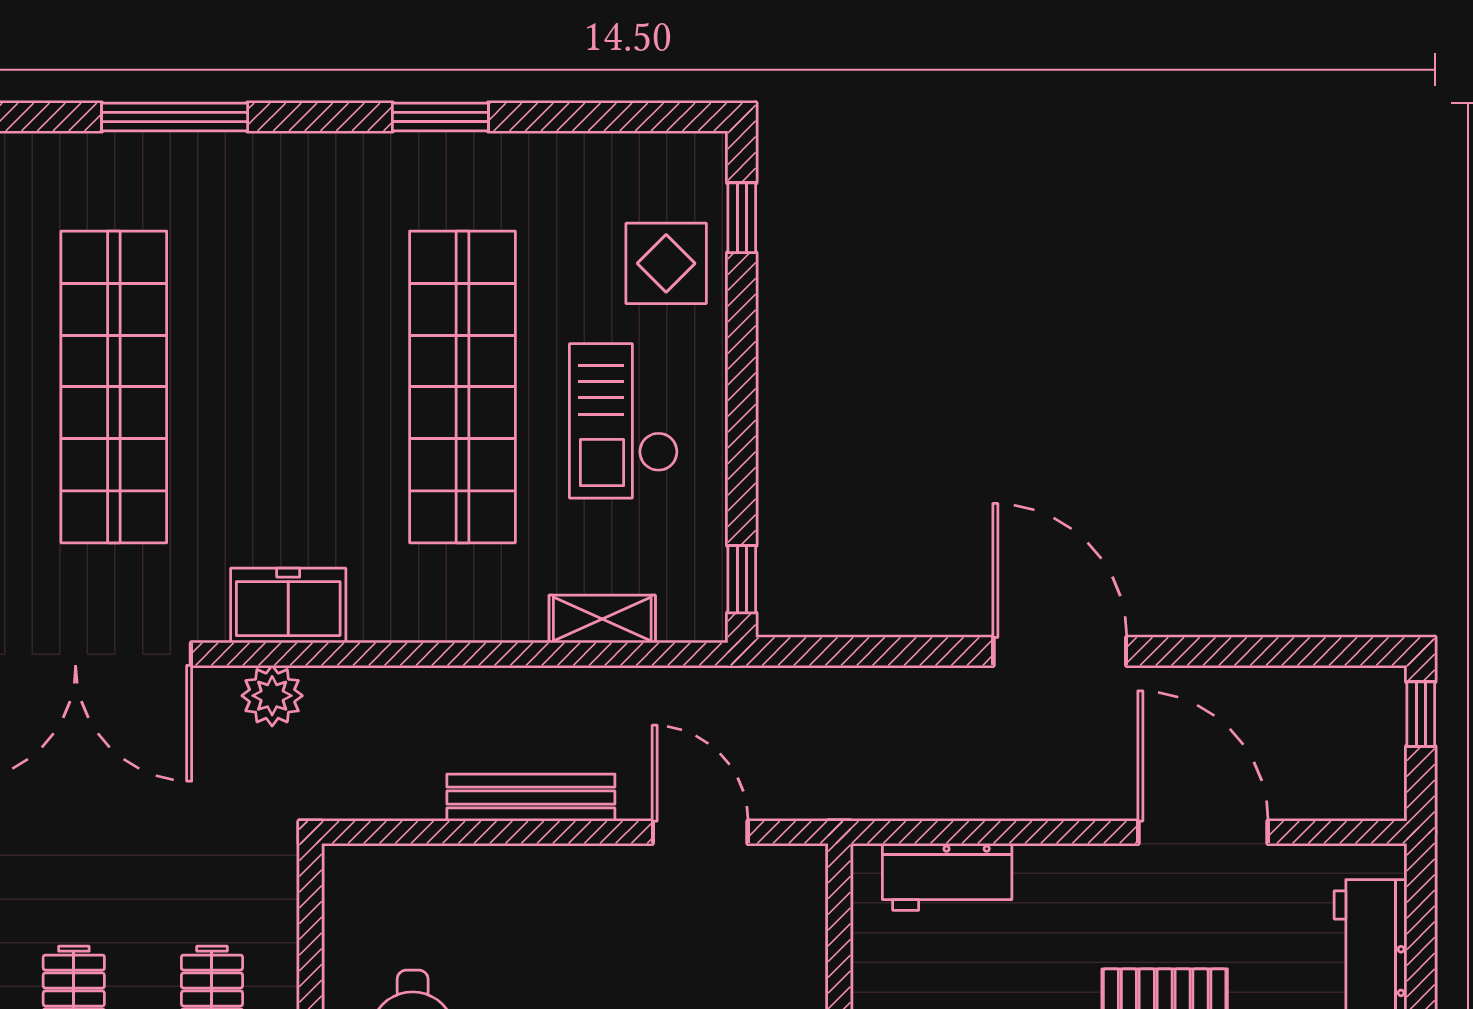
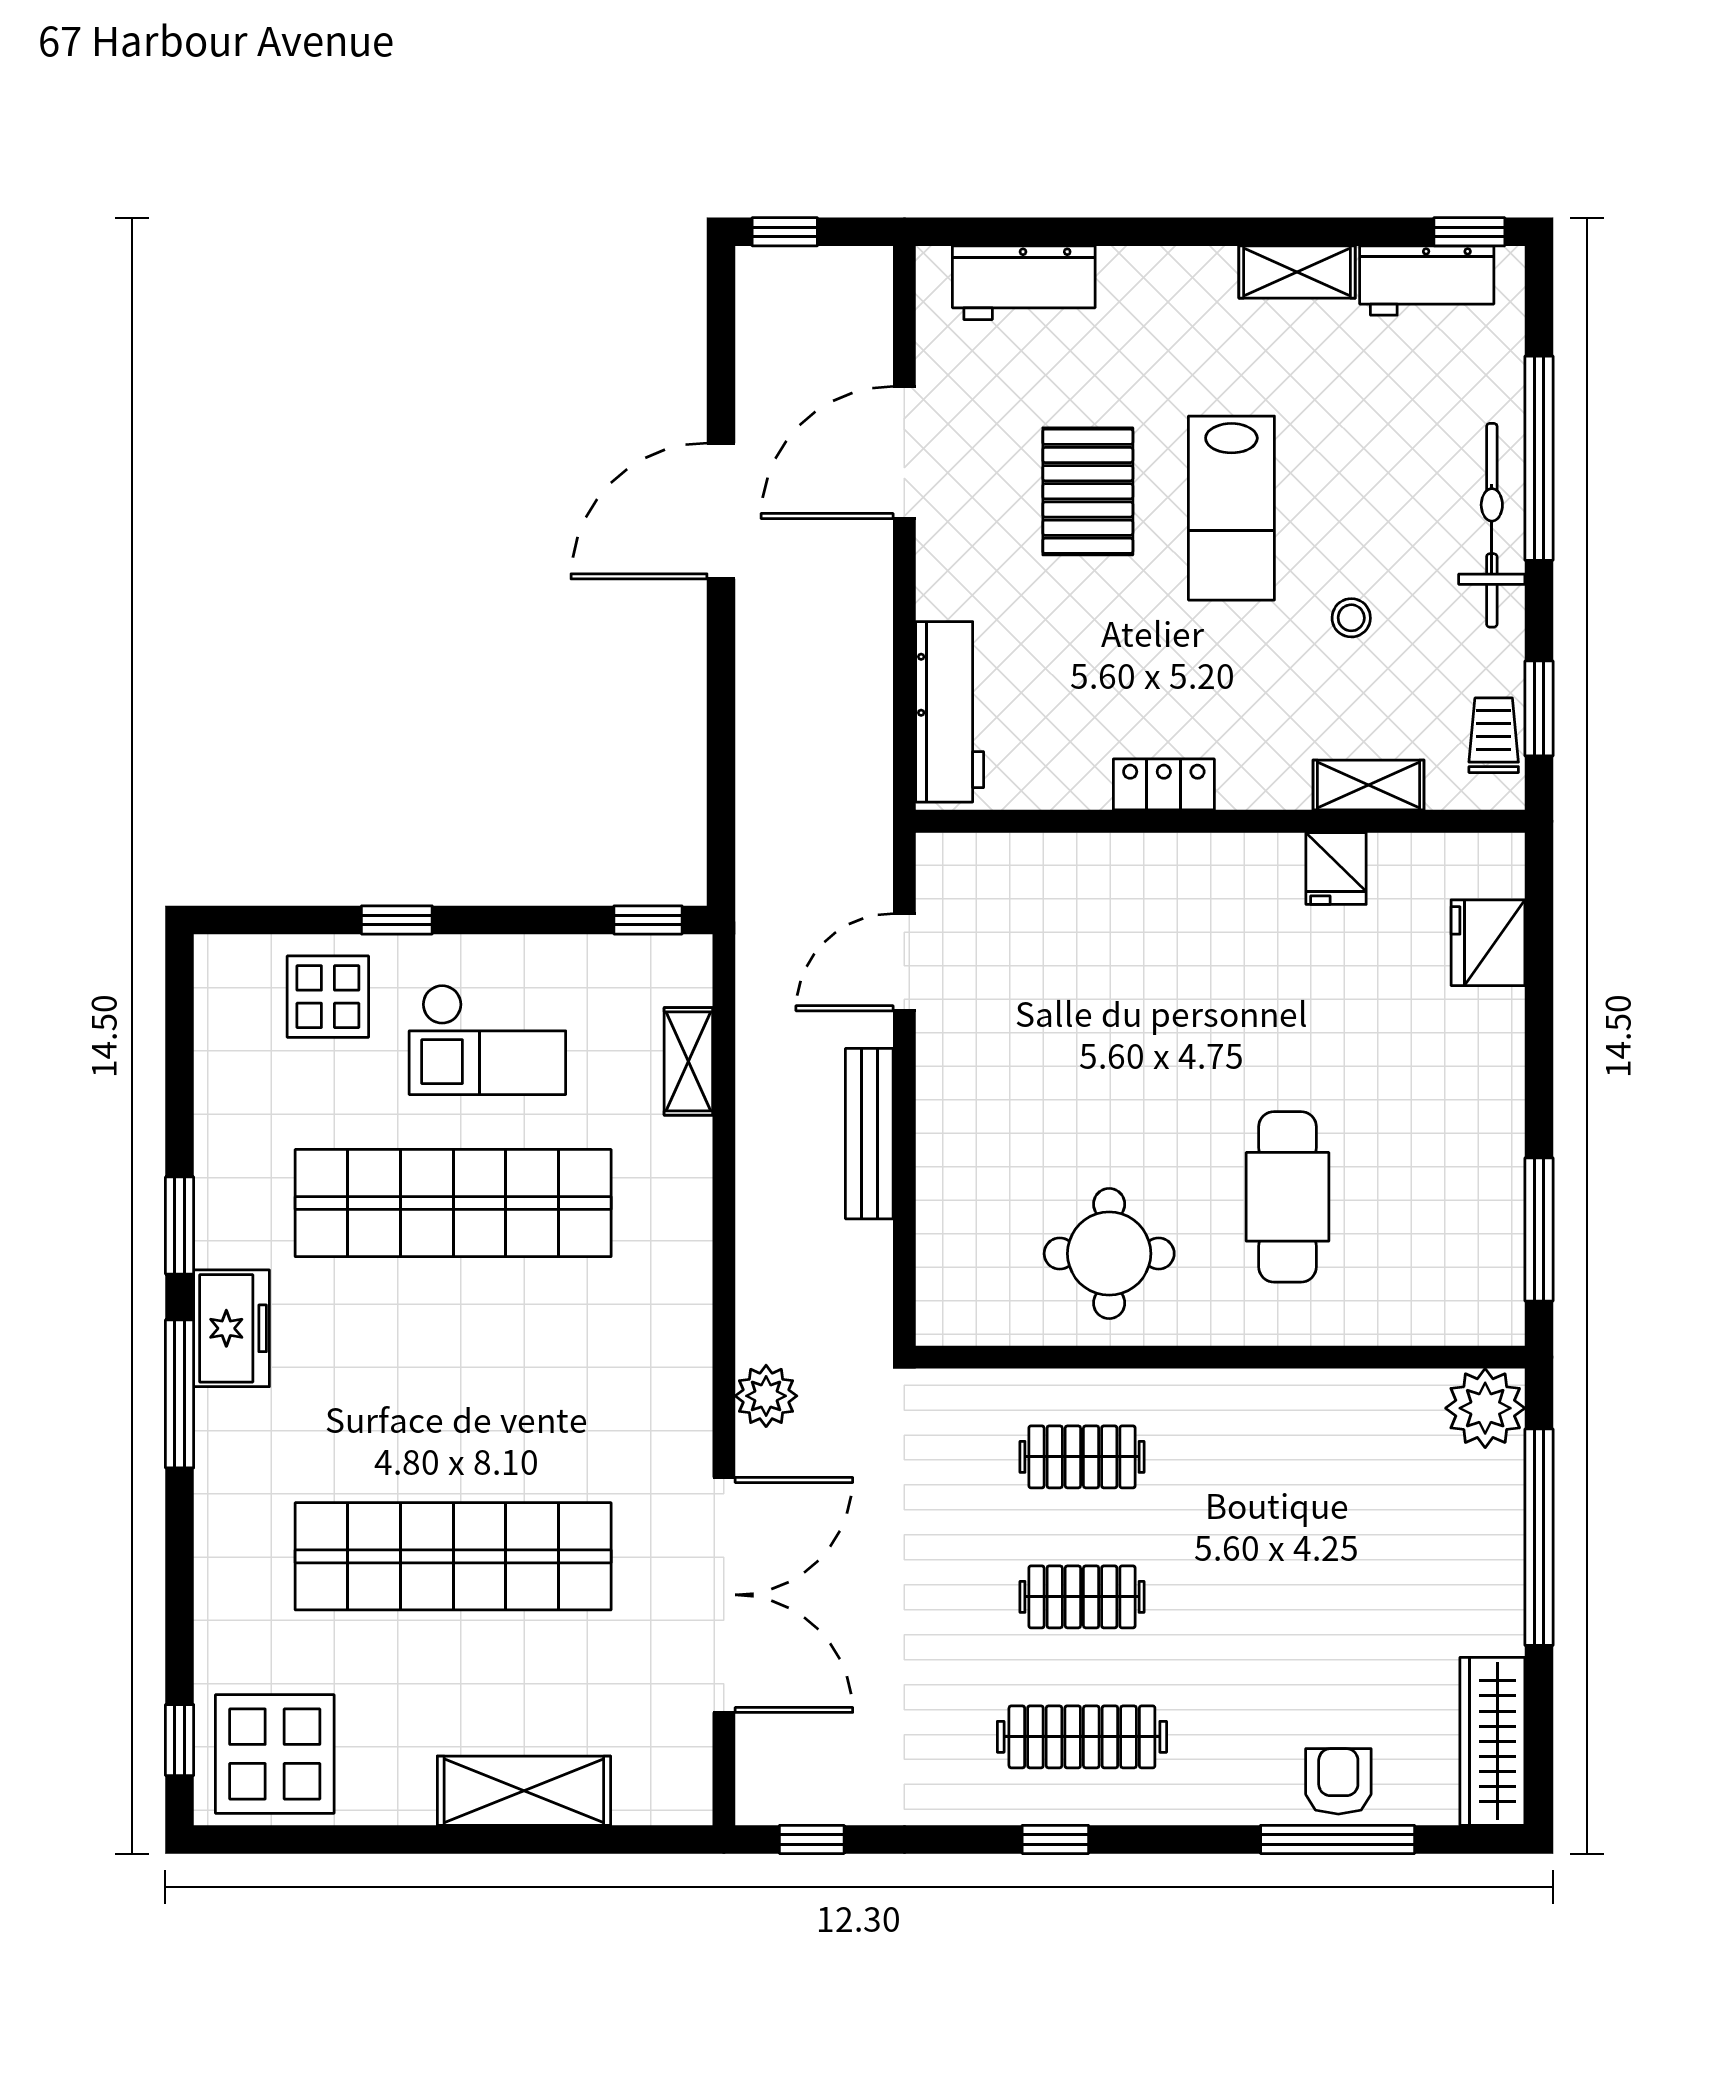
window: (175, 117) -> (180, 1394), moved
window: (742, 218) -> (397, 920), moved
freezer: (288, 606) -> (232, 1328), moved, turned 180
door: (1060, 651) -> (721, 511), moved
workbench: (947, 877) -> (950, 712), width x1.38

